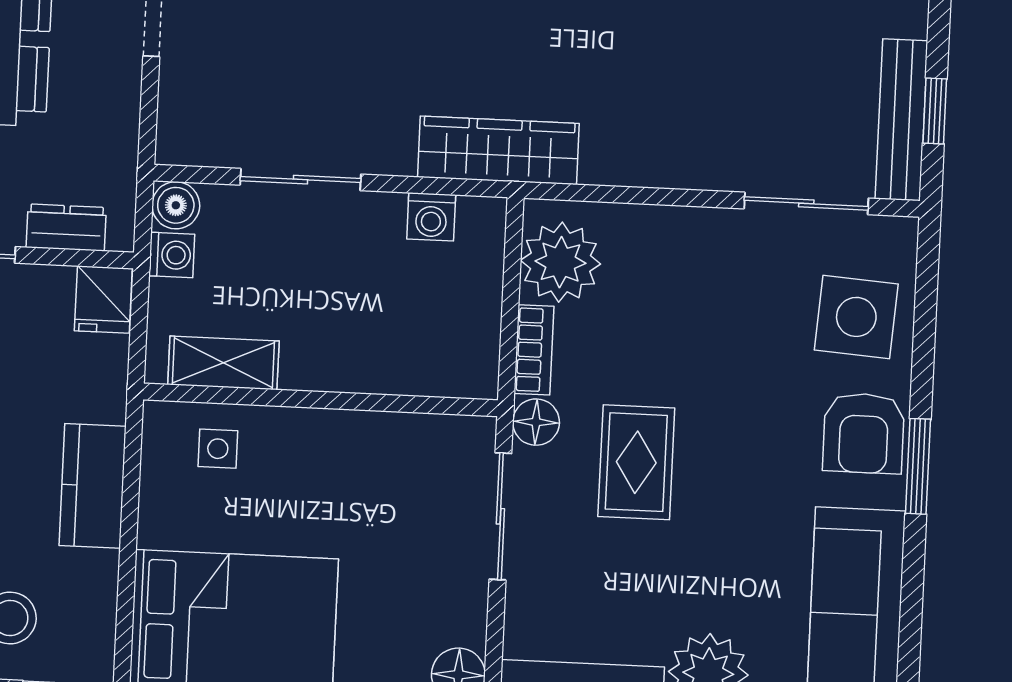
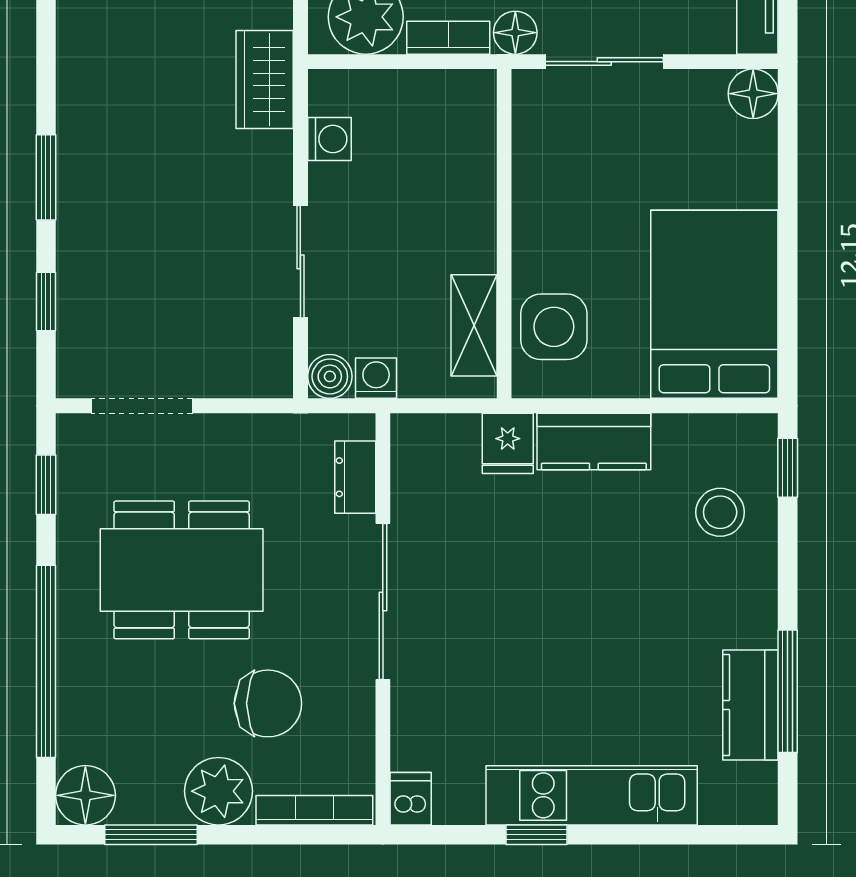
wardrobe: (498, 150) -> (265, 79), width x0.67
fridge: (103, 300) -> (508, 443), moved, turned 90
side table: (218, 449) -> (554, 327), width x1.87, depth x1.87

